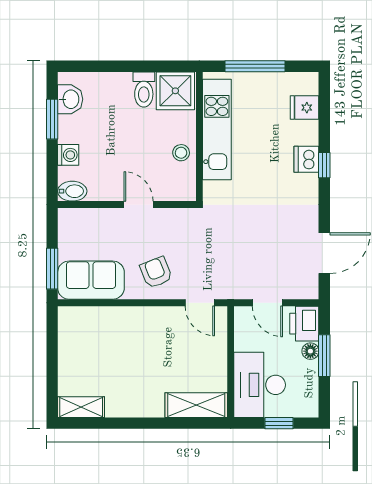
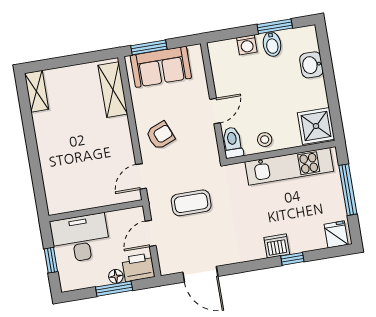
toilet: (144, 90) -> (233, 143), moved, turned 90
washbasin: (70, 99) -> (311, 65), moved, turned 90
fridge: (304, 108) -> (336, 234), moved
window: (324, 165) -> (292, 259), moved
bidet: (72, 191) -> (272, 44), moved
coffee table: (240, 250) -> (191, 203), added
sofa: (91, 280) -> (161, 67), moved, turned 90
shelving: (196, 405) -> (113, 90), moved

